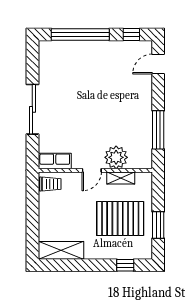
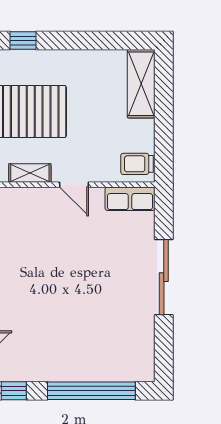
plant: (116, 157) -> (37, 204), removed
door: (92, 170) -> (74, 185), swing flipped
shelving: (61, 250) -> (141, 84), moved, turned 90

